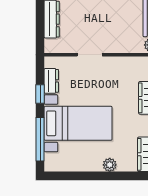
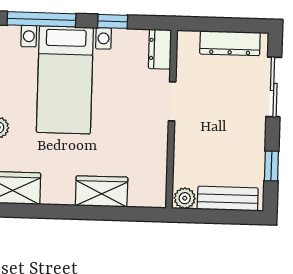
dresser: (51, 81) -> (160, 49), moved, turned 90

